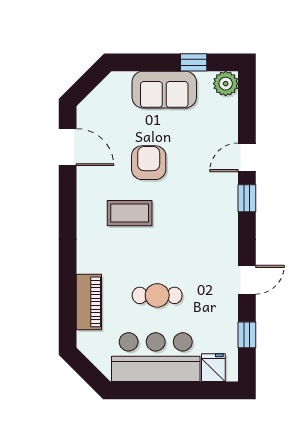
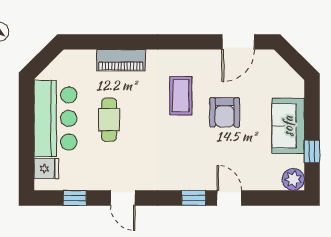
armchair: (149, 163) -> (225, 112), turned 90
piano: (89, 302) -> (121, 60), moved

